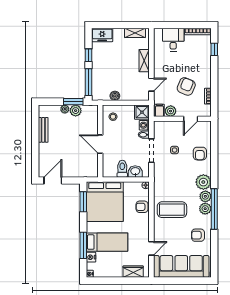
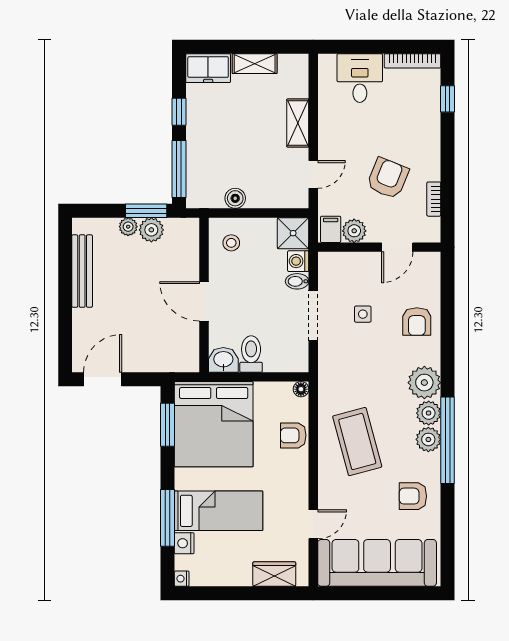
shelving: (135, 33) -> (255, 64), moved
bench: (43, 130) -> (82, 271), width x1.36
washbasin: (135, 171) -> (223, 360), moved
coffee table: (172, 210) -> (357, 442), turned 75

